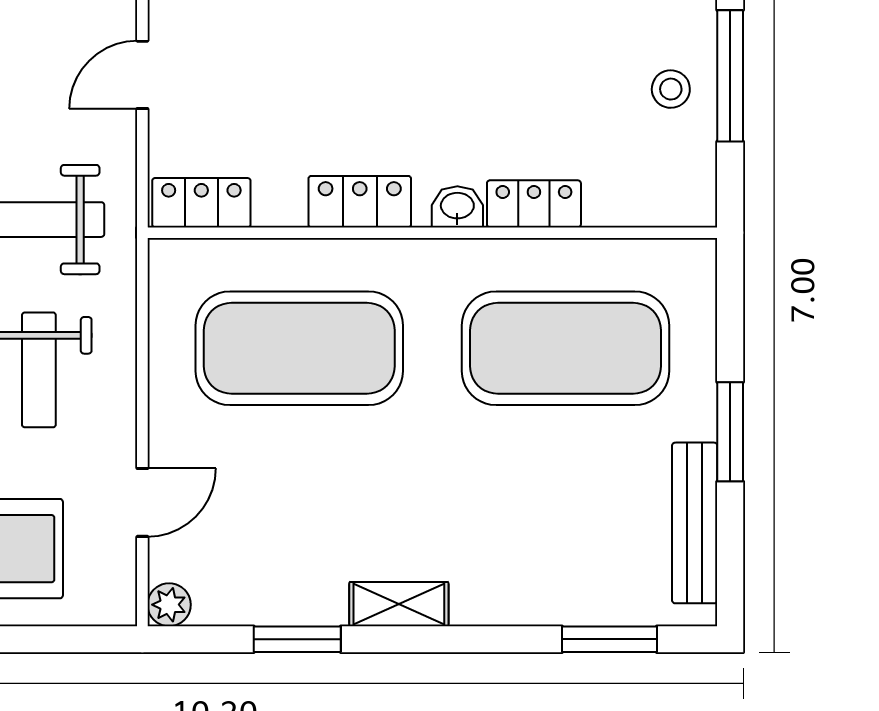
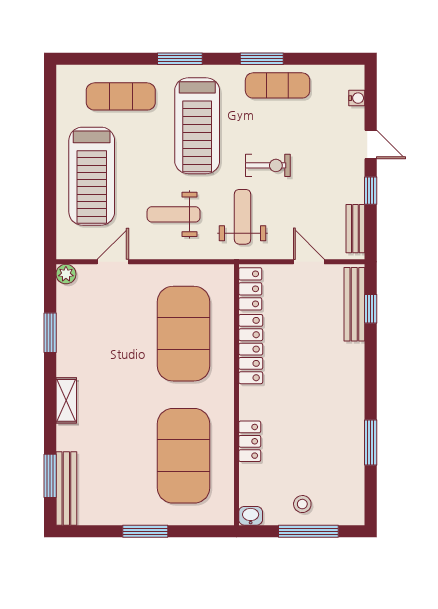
locker: (360, 202) -> (251, 349), width x1.53
washbasin: (457, 207) -> (251, 516), moved, turned -90
door: (142, 502) -> (113, 262), swing flipped
bench: (695, 523) -> (66, 488), moved, turned 90
shelving: (399, 604) -> (66, 400), moved

